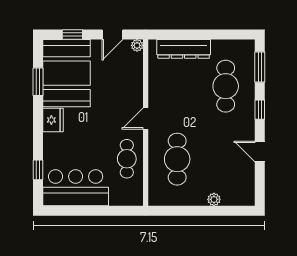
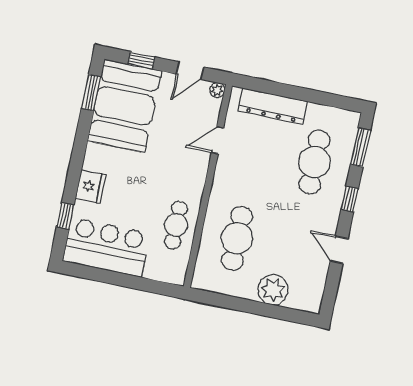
window: (38, 82) -> (91, 92), moved
door: (146, 119) -> (217, 140), moved
fridge: (53, 120) -> (91, 187), moved
plant: (214, 199) -> (273, 290), width x1.87, depth x1.87

